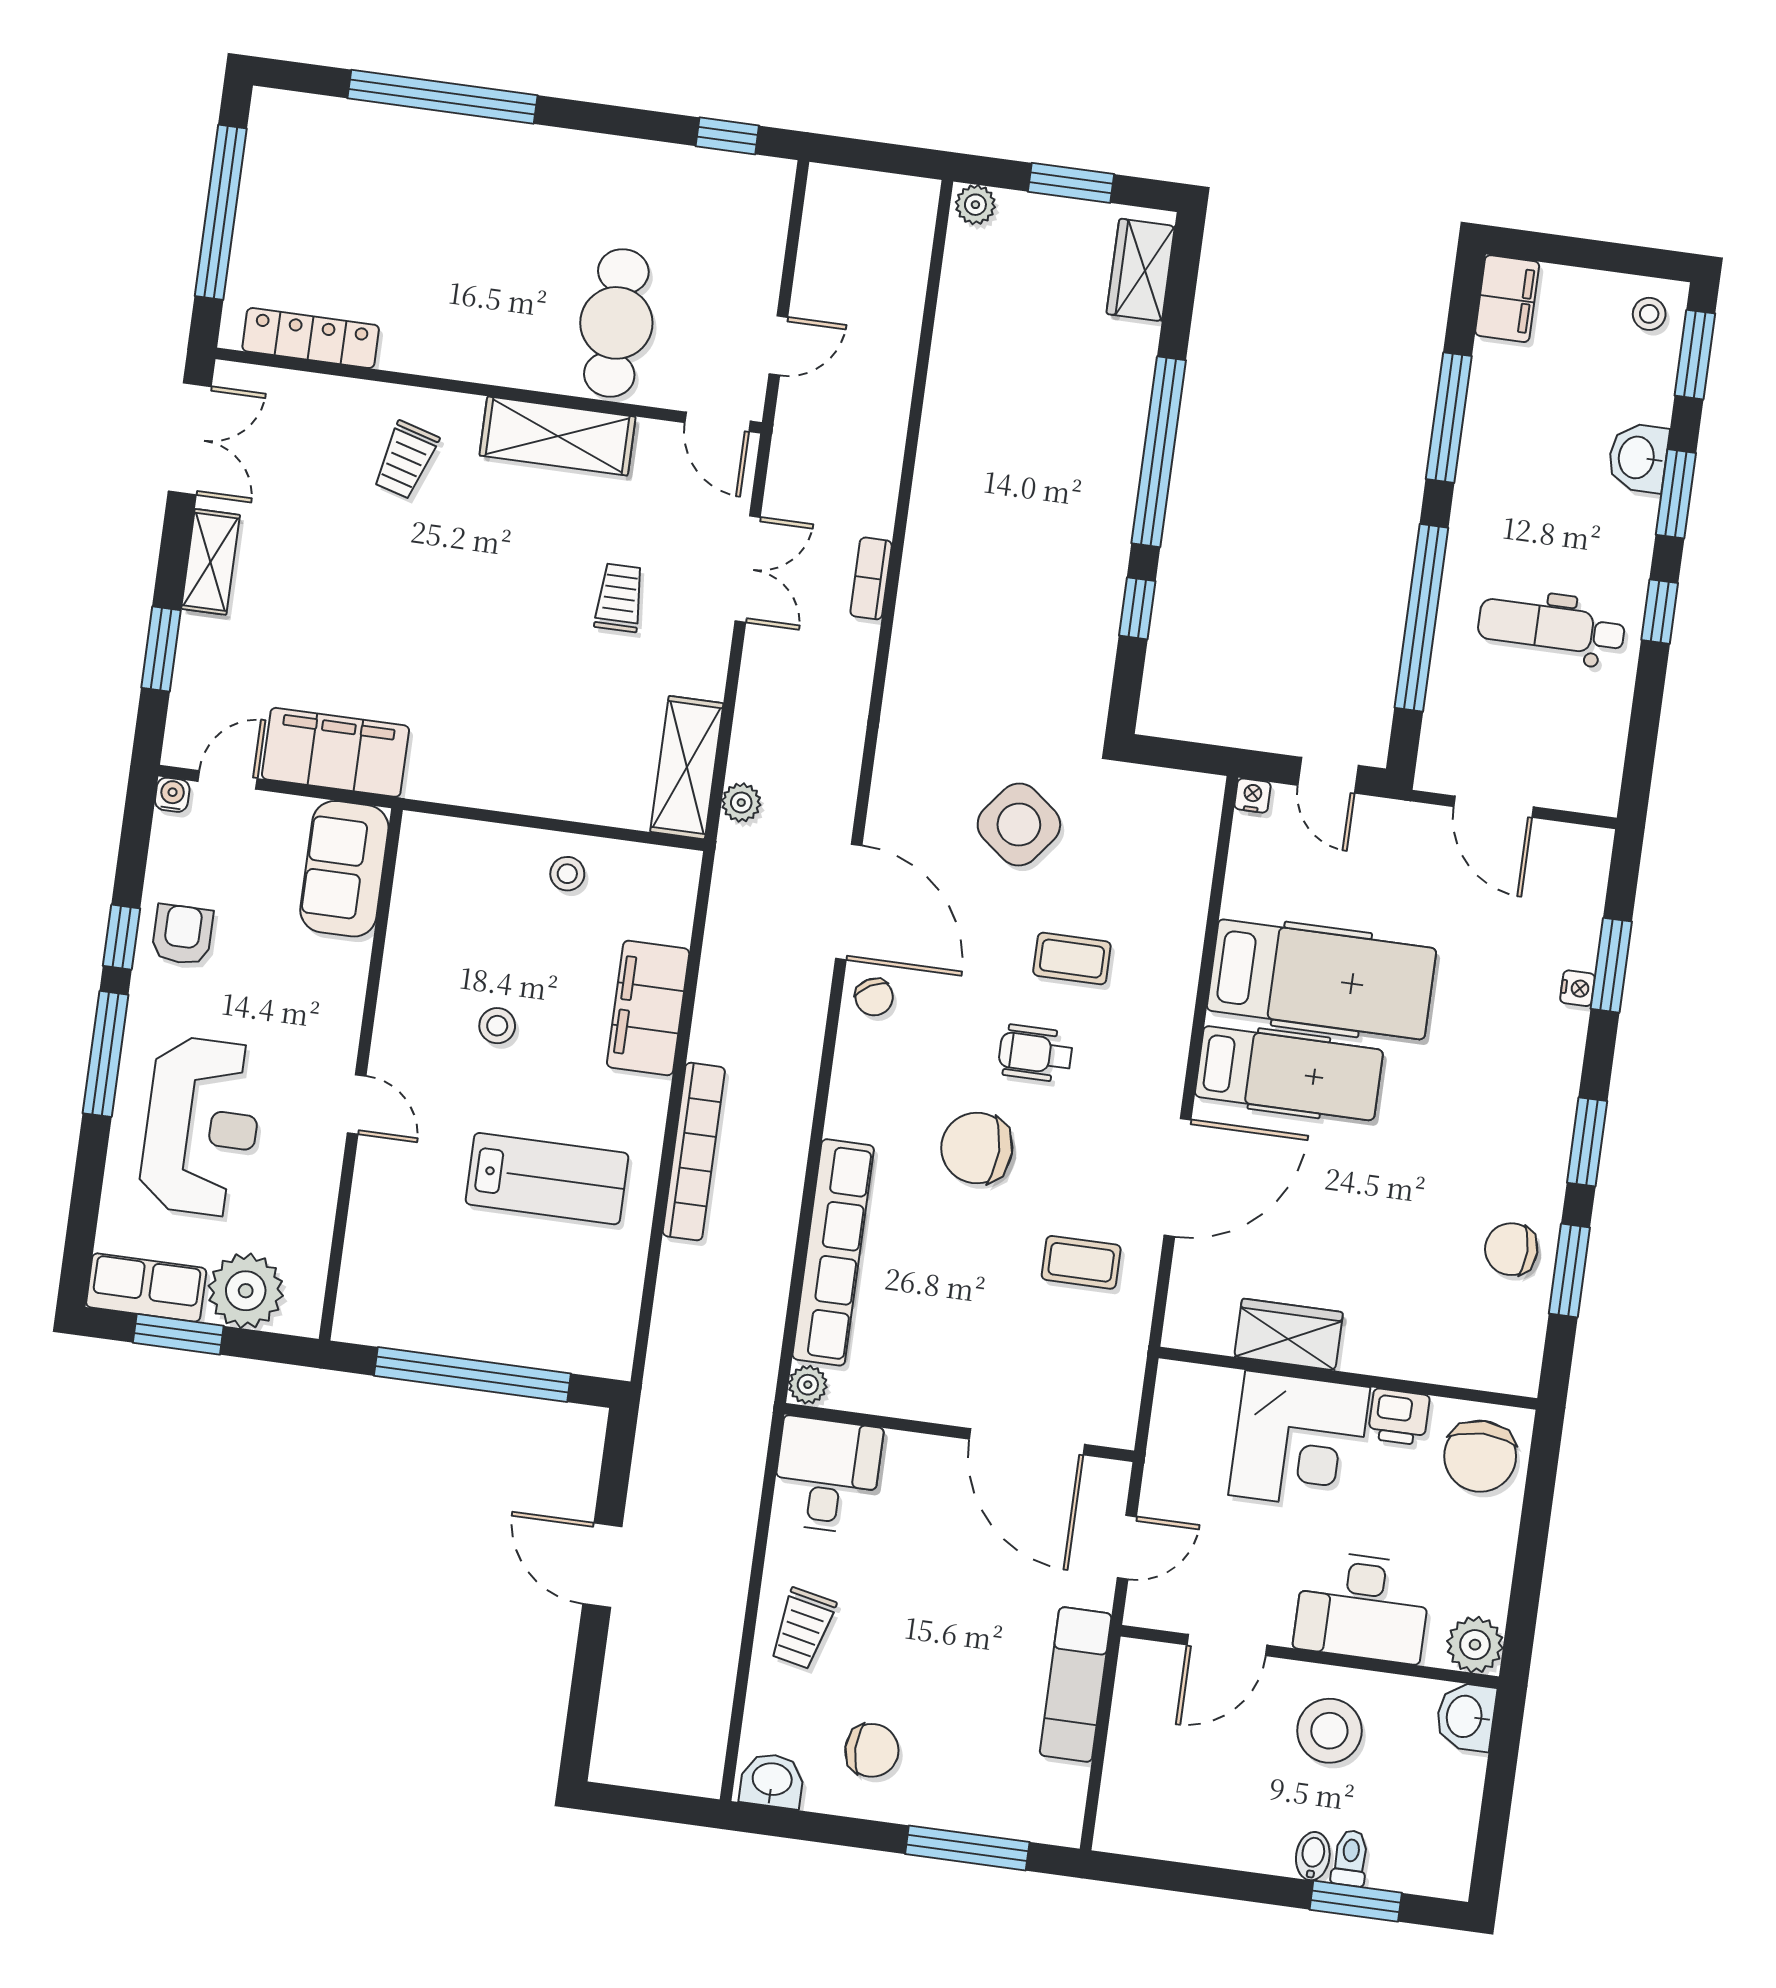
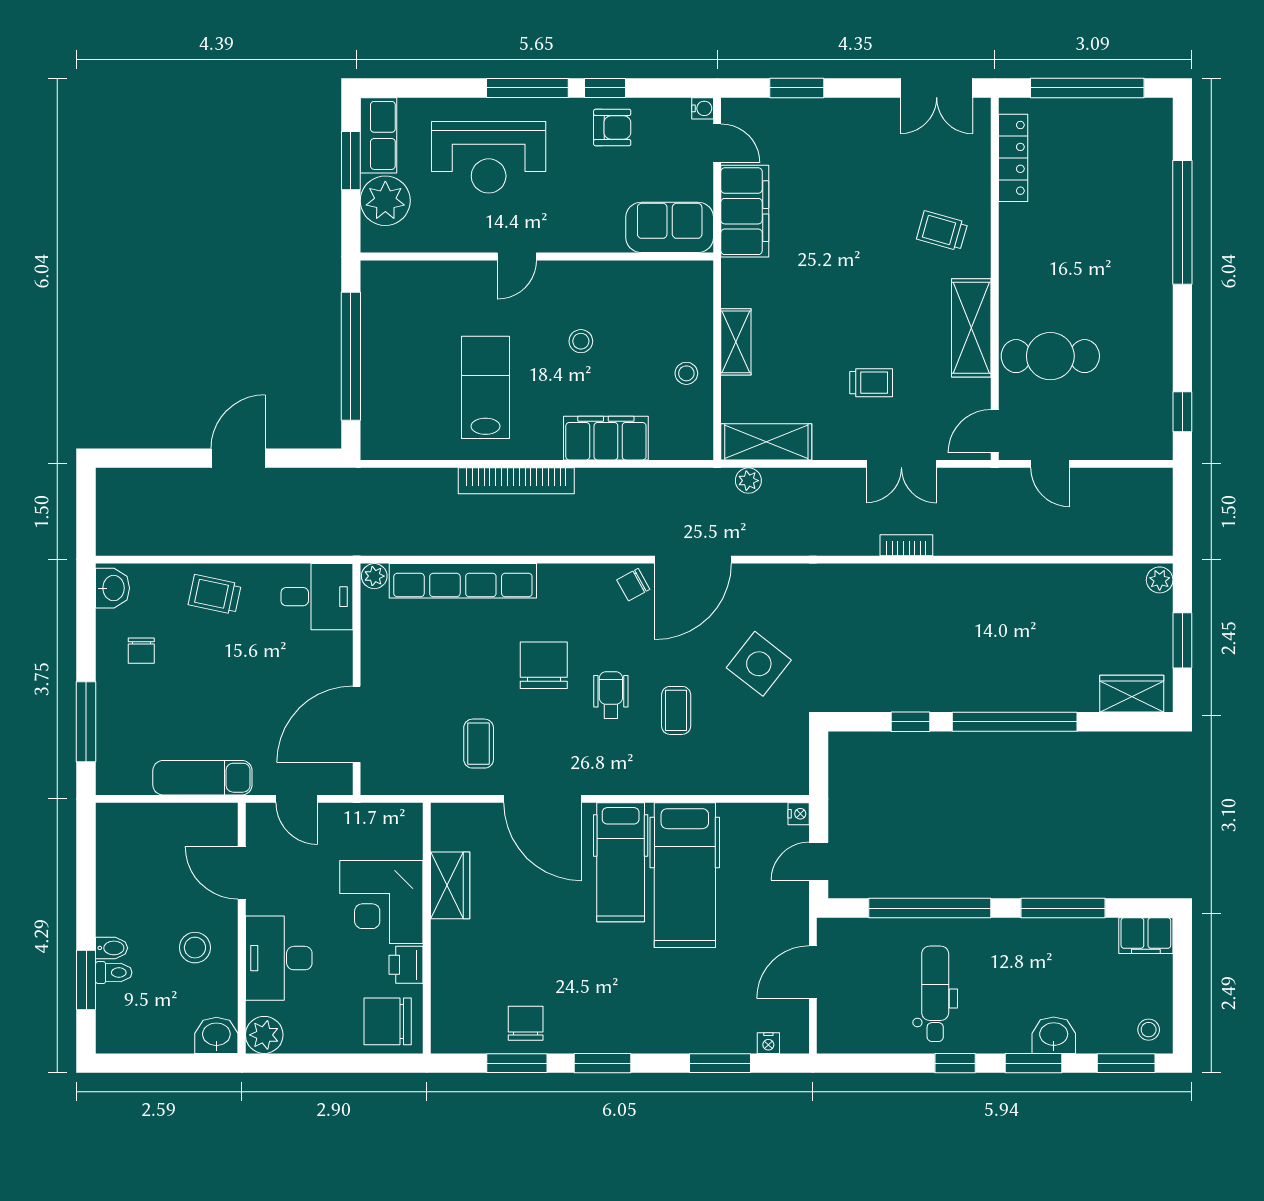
shelving: (211, 562) -> (736, 342), moved, turned 90
nightstand: (1577, 988) -> (768, 1043), moved
lab bench: (547, 1179) -> (485, 387), turned 180
stool: (1329, 1731) -> (195, 948), width x0.73, depth x0.73
chair: (872, 1750) -> (141, 651), width x0.73, depth x0.73

